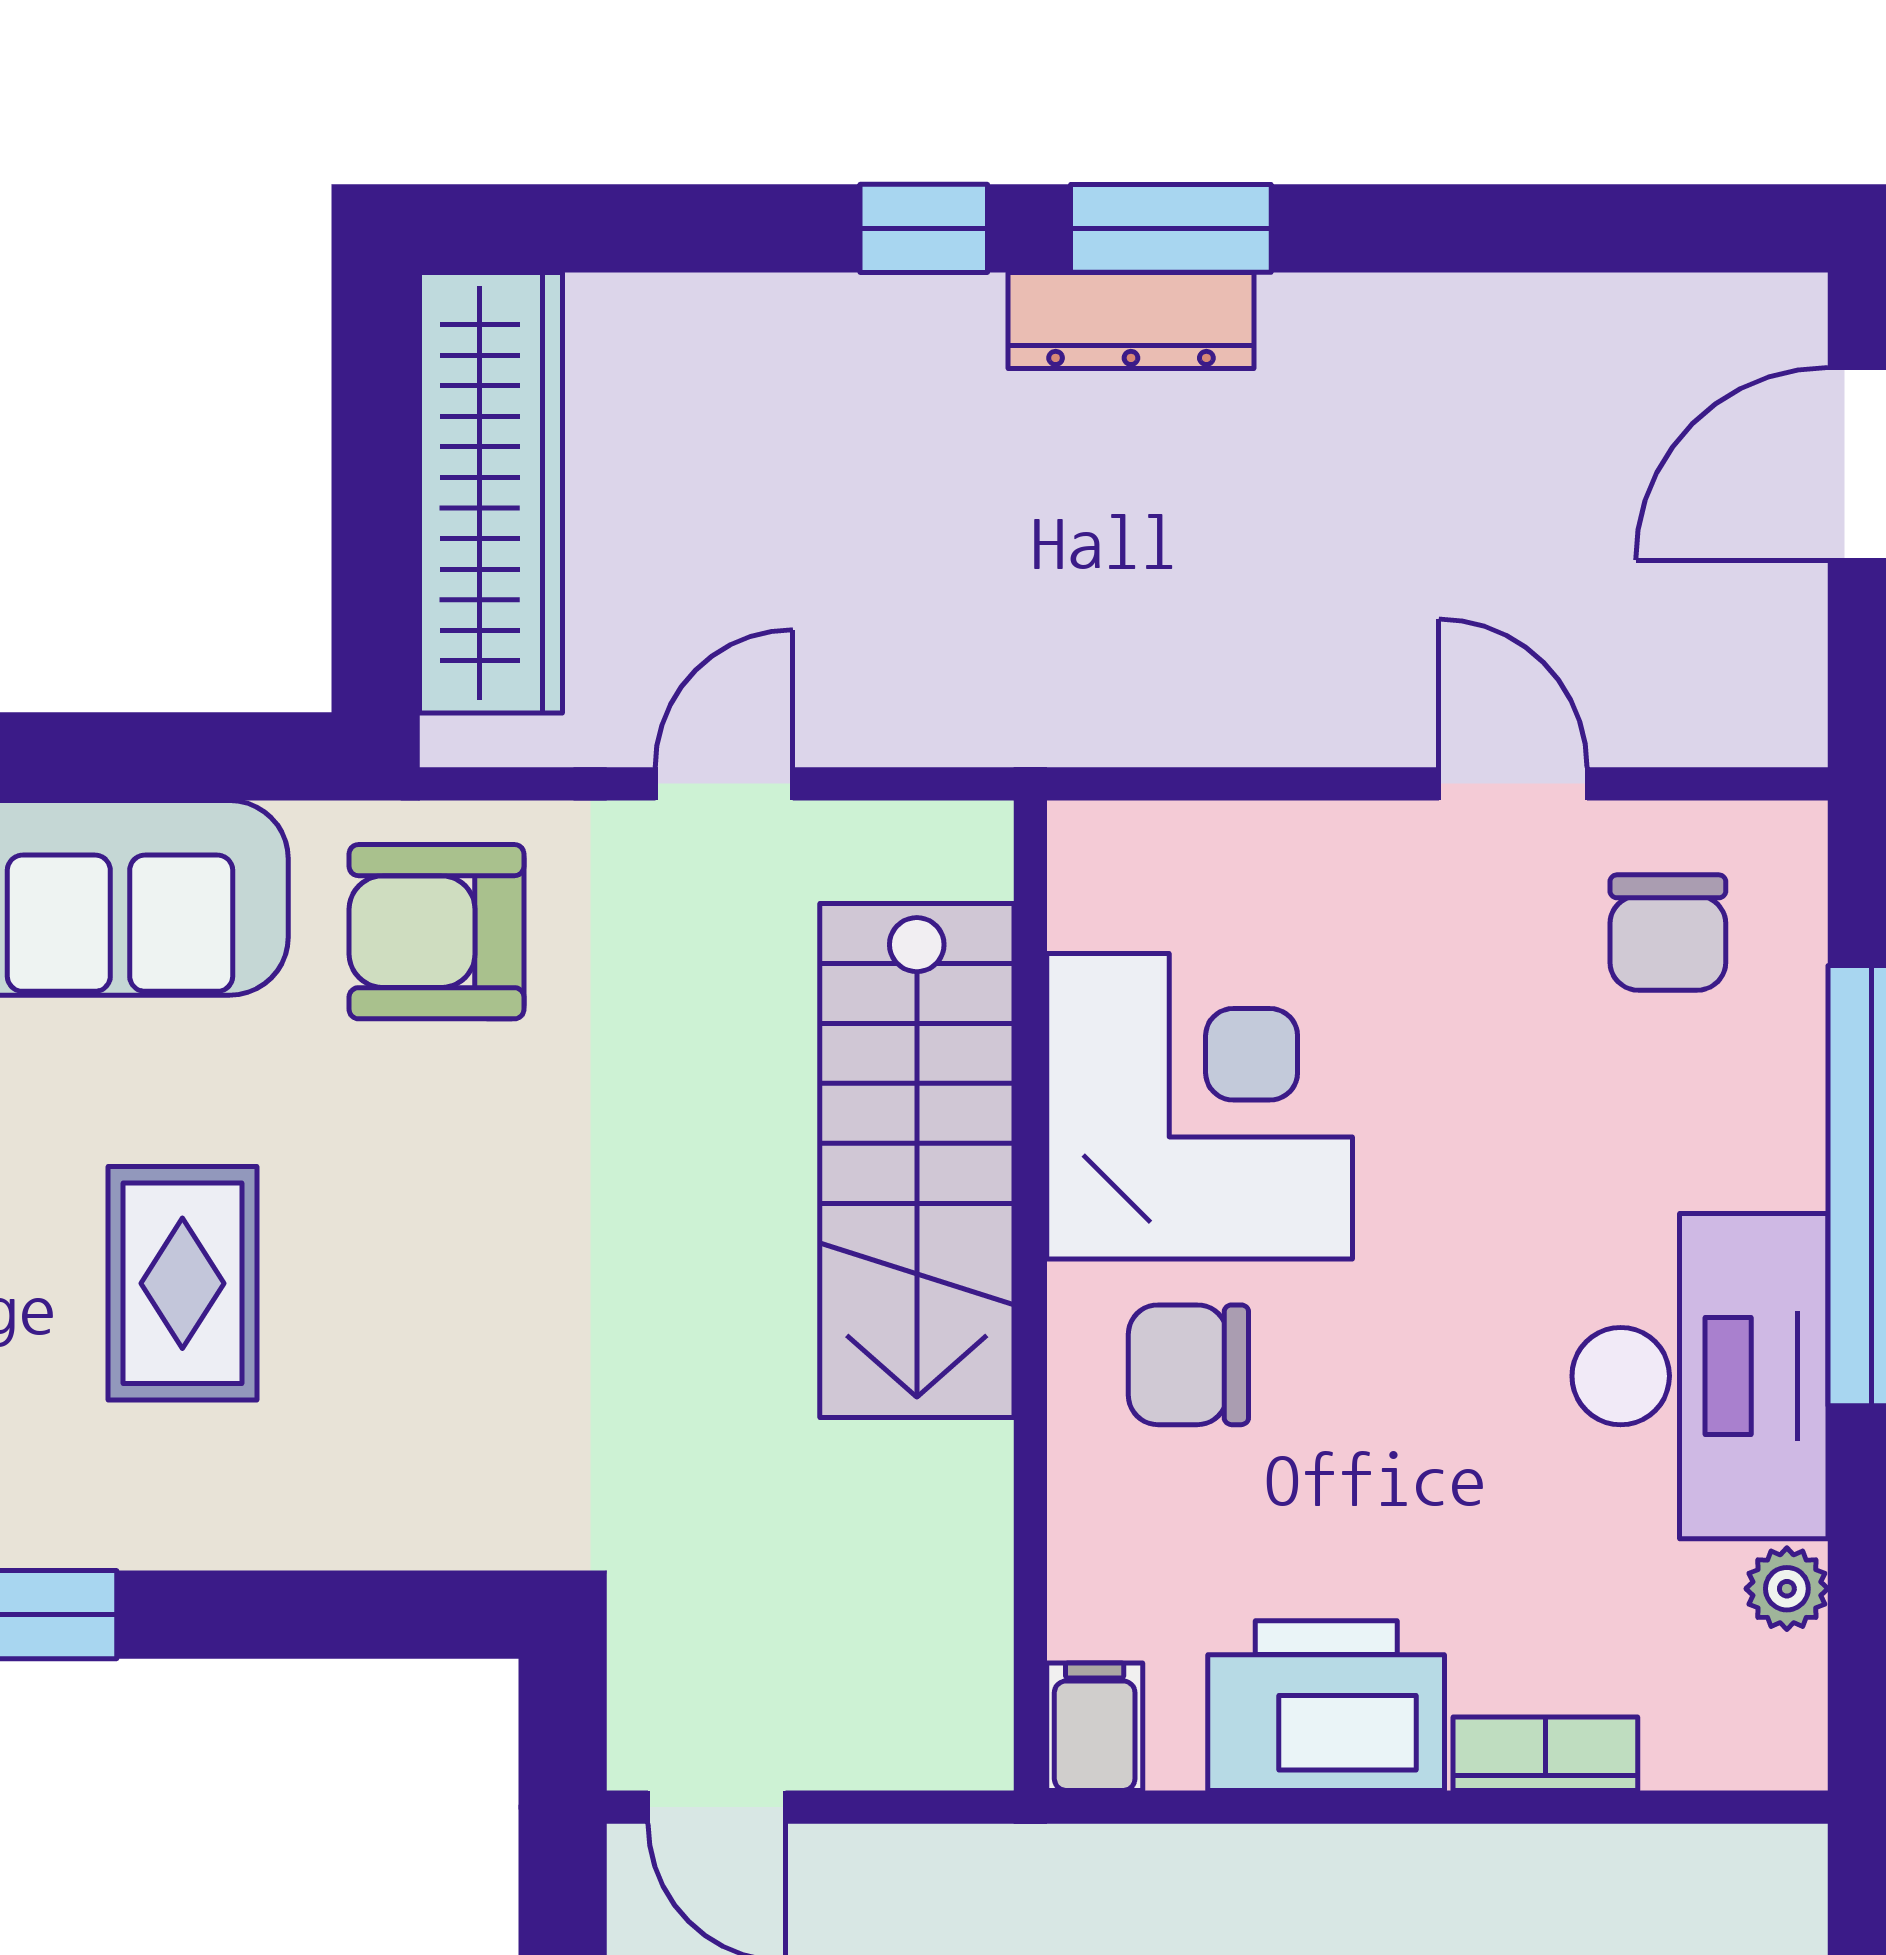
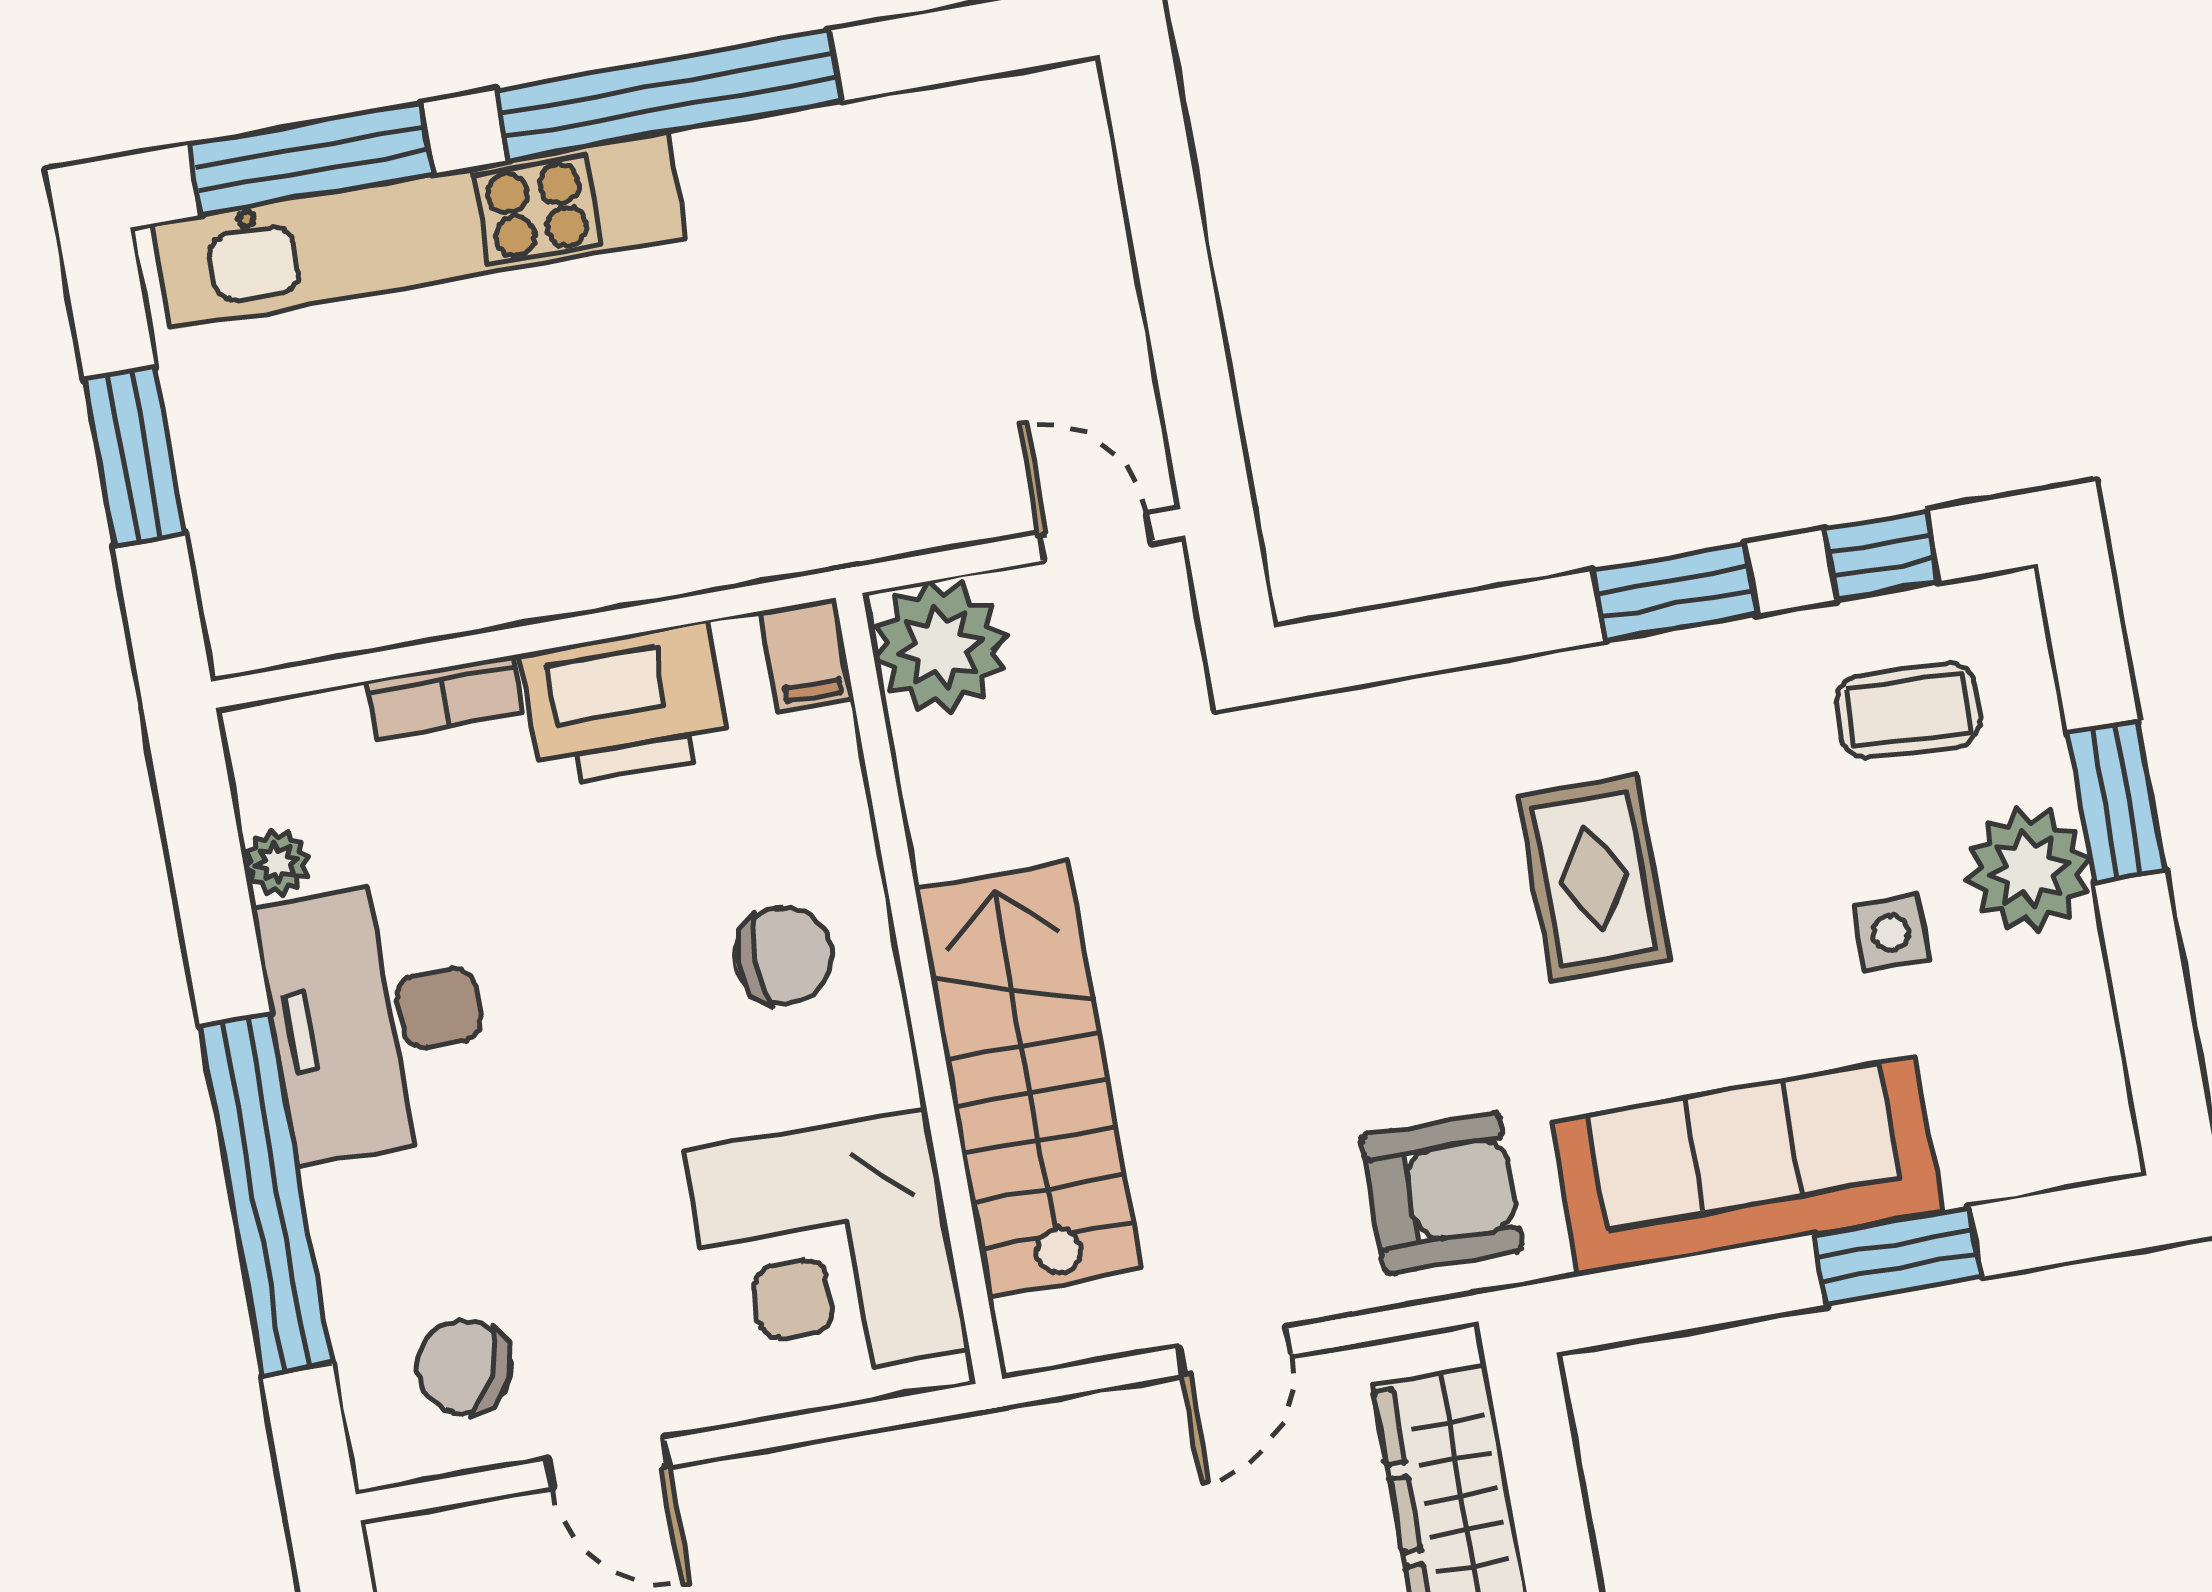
chair: (1668, 933) -> (464, 1367), turned -67
corner desk: (1200, 1106) -> (827, 1251), moved
plant: (930, 1707) -> (940, 647), added

